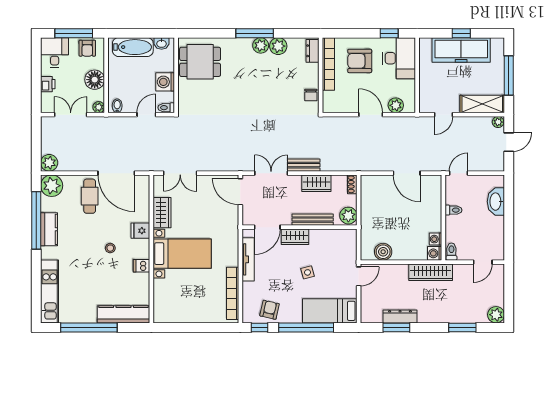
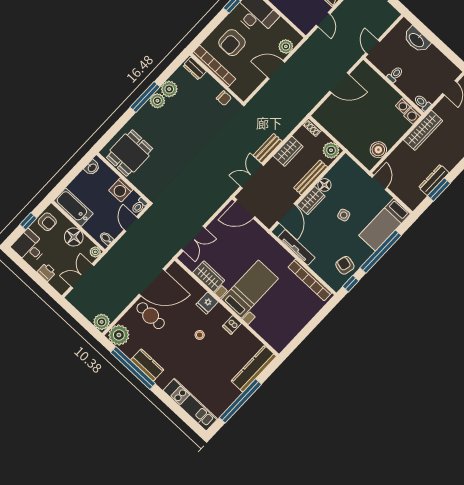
window: (74, 33) -> (28, 221), width x0.46
bathtub: (133, 47) -> (73, 207), moved, turned -90
floor lamp: (317, 236) -> (324, 185), added

